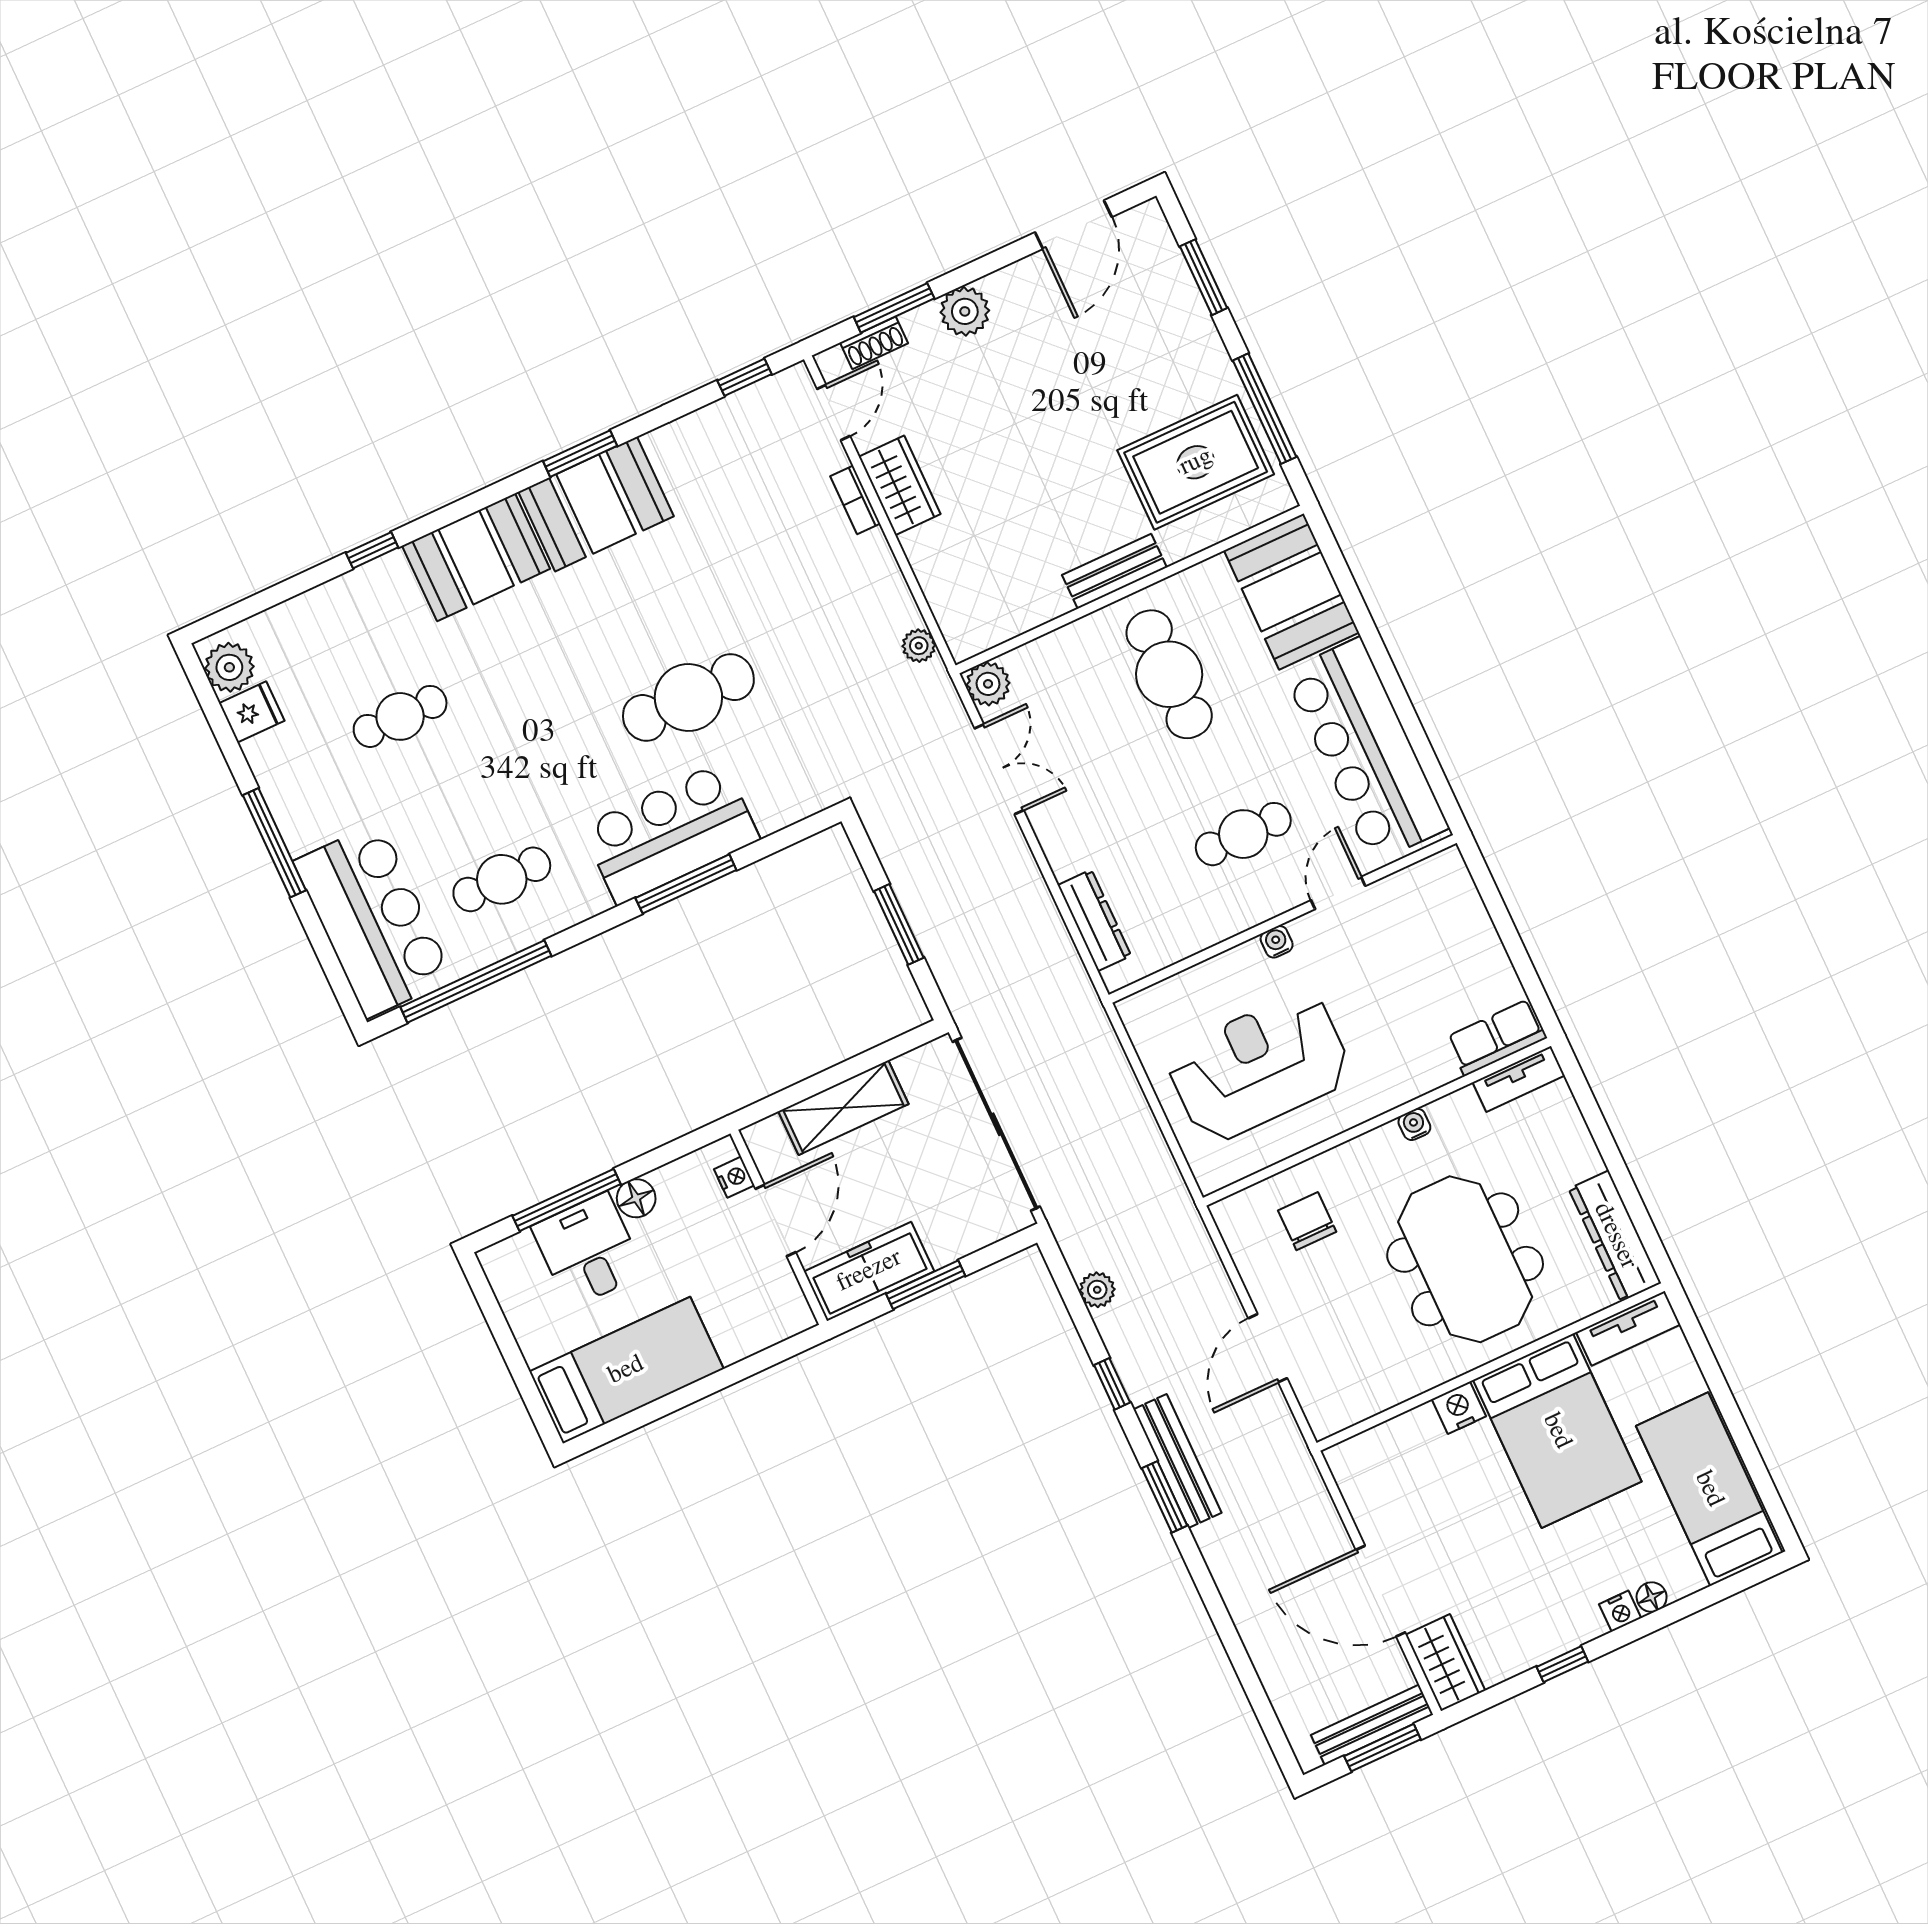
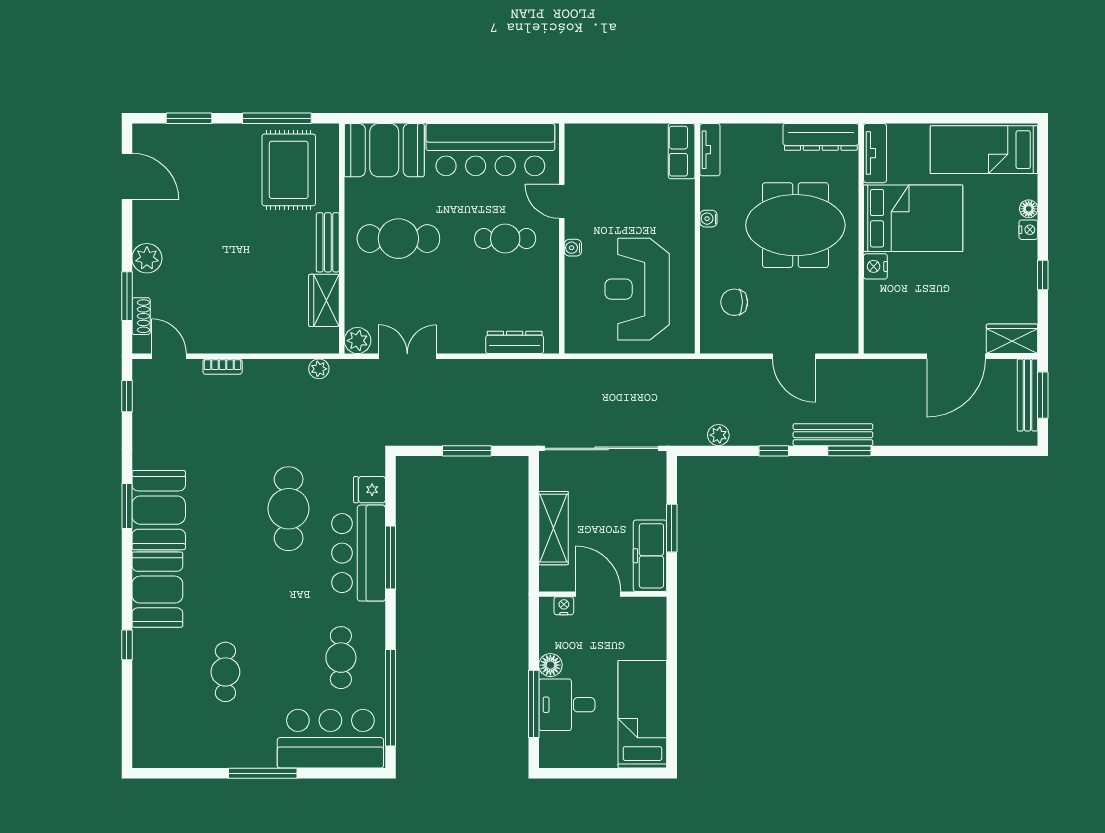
wardrobe: (900, 485) -> (324, 300), moved, turned -90
plant: (229, 667) -> (155, 753), removed
fridge: (252, 712) -> (369, 490), moved, turned -90
cafe table: (1243, 834) -> (505, 239), turned 90

